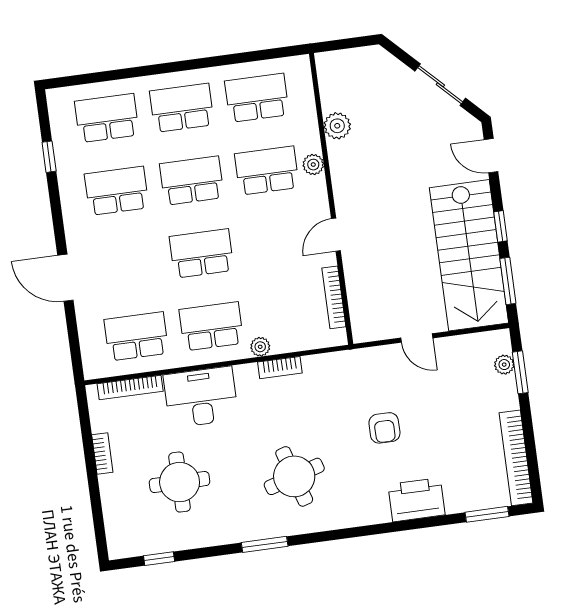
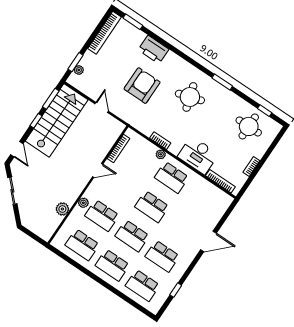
door: (65, 278) -> (208, 241), hinge flipped
school desk: (136, 336) -> (202, 198), removed
armchair: (384, 428) -> (142, 86), width x1.88, depth x1.88
round table: (180, 482) -> (249, 126), moved

